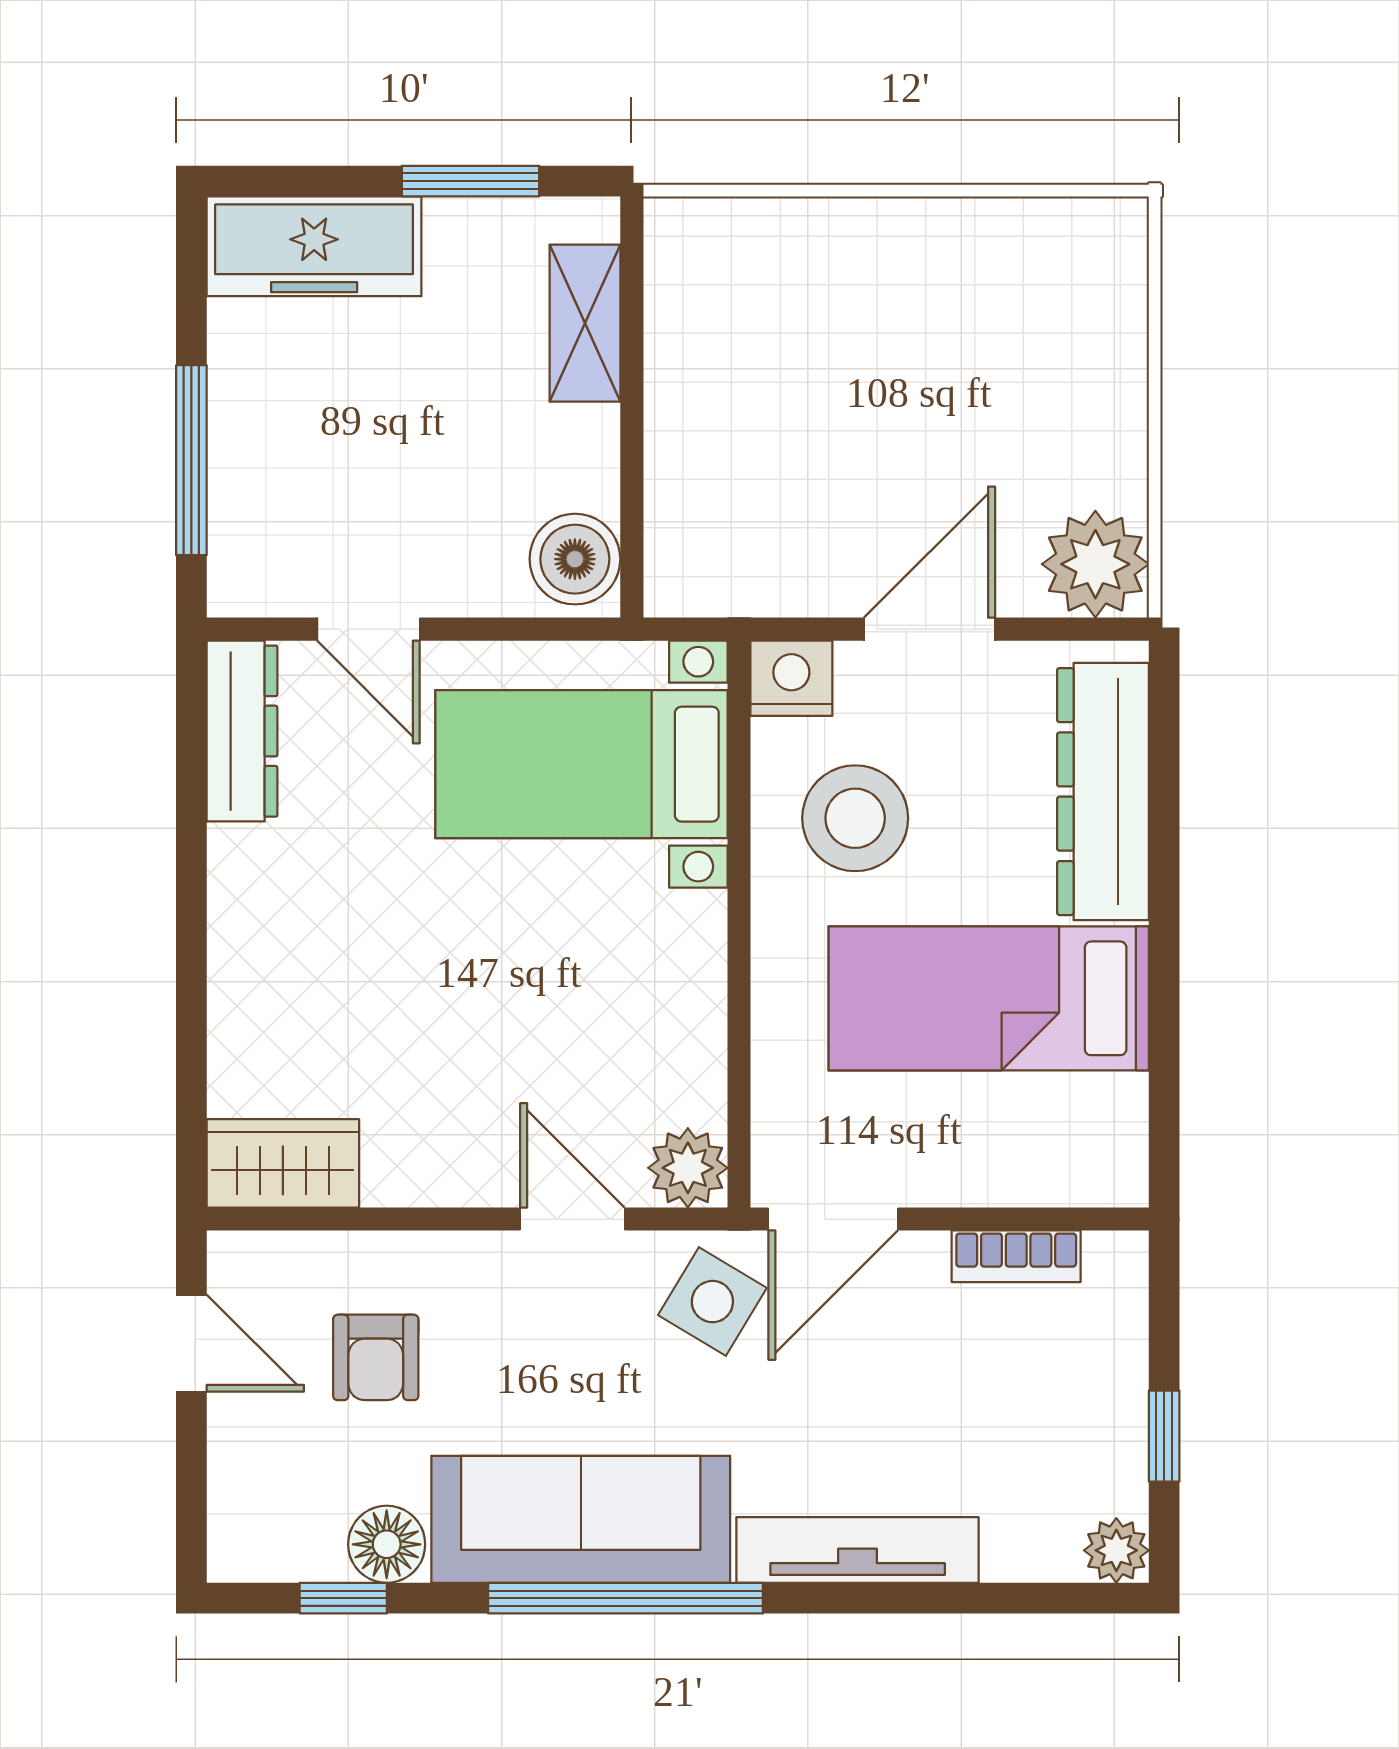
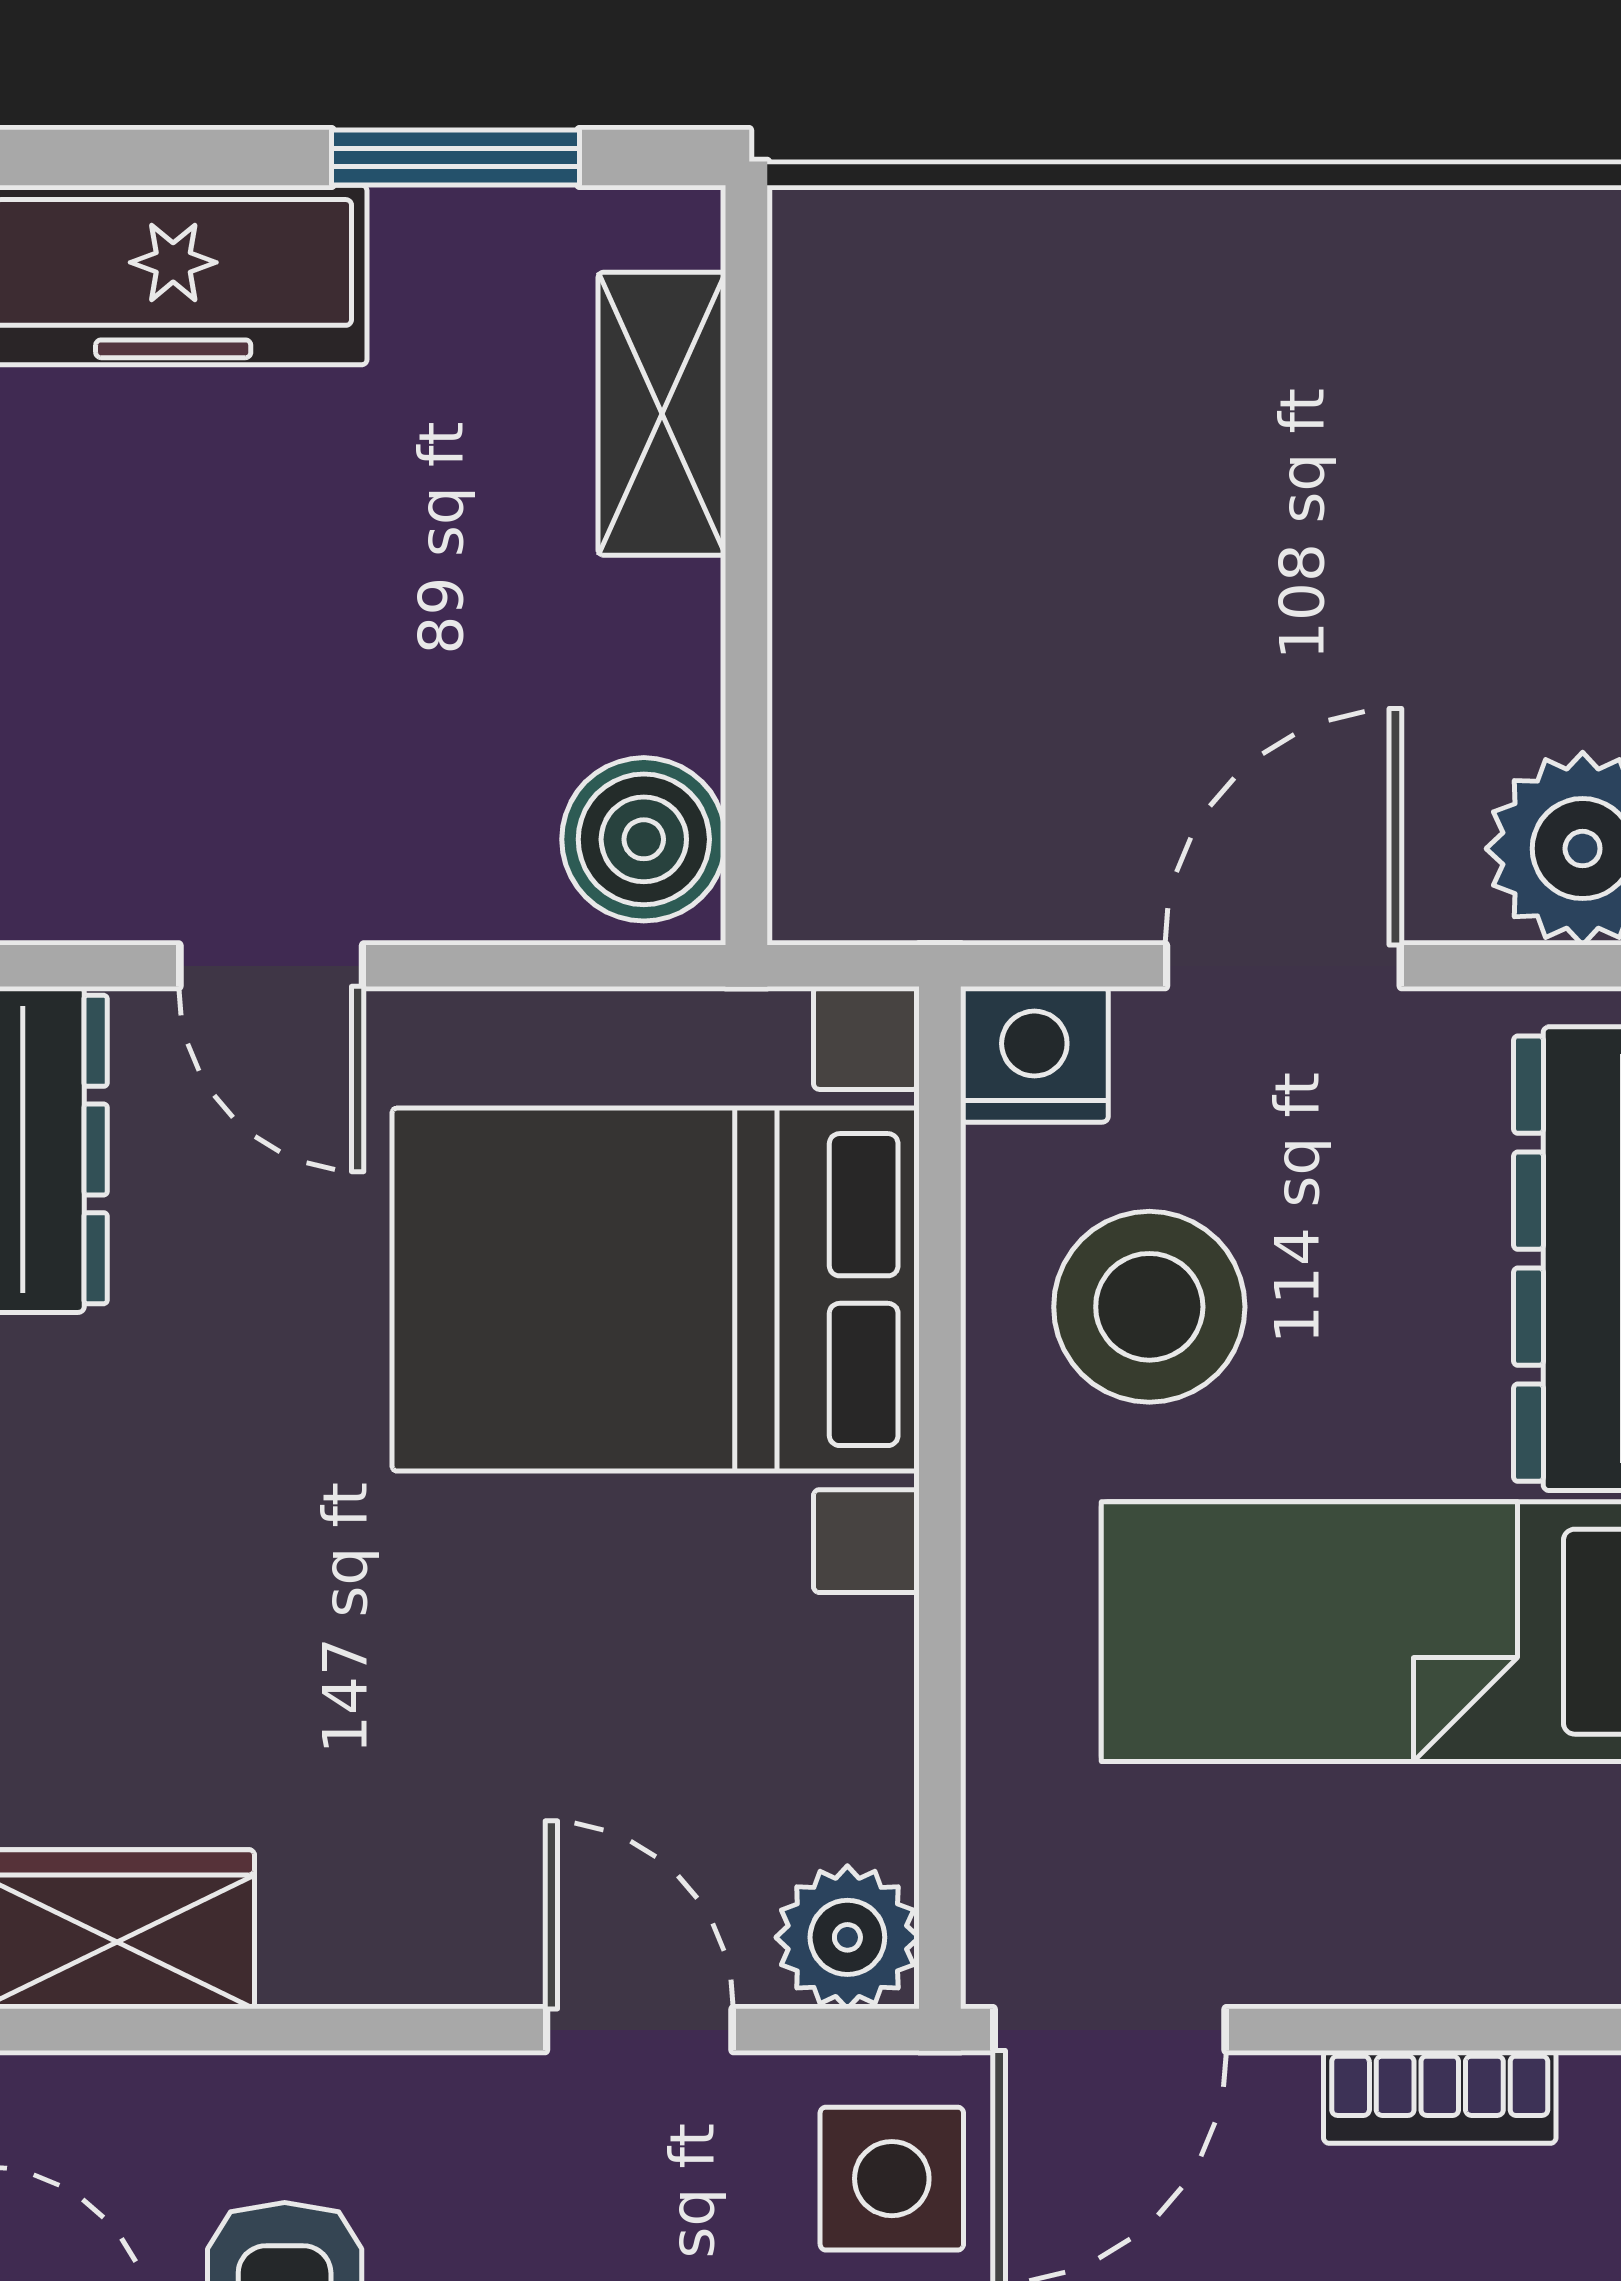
bed with nightstands: (581, 764) -> (656, 1290), width x1.36
side table: (712, 1302) -> (892, 2179), turned -31

